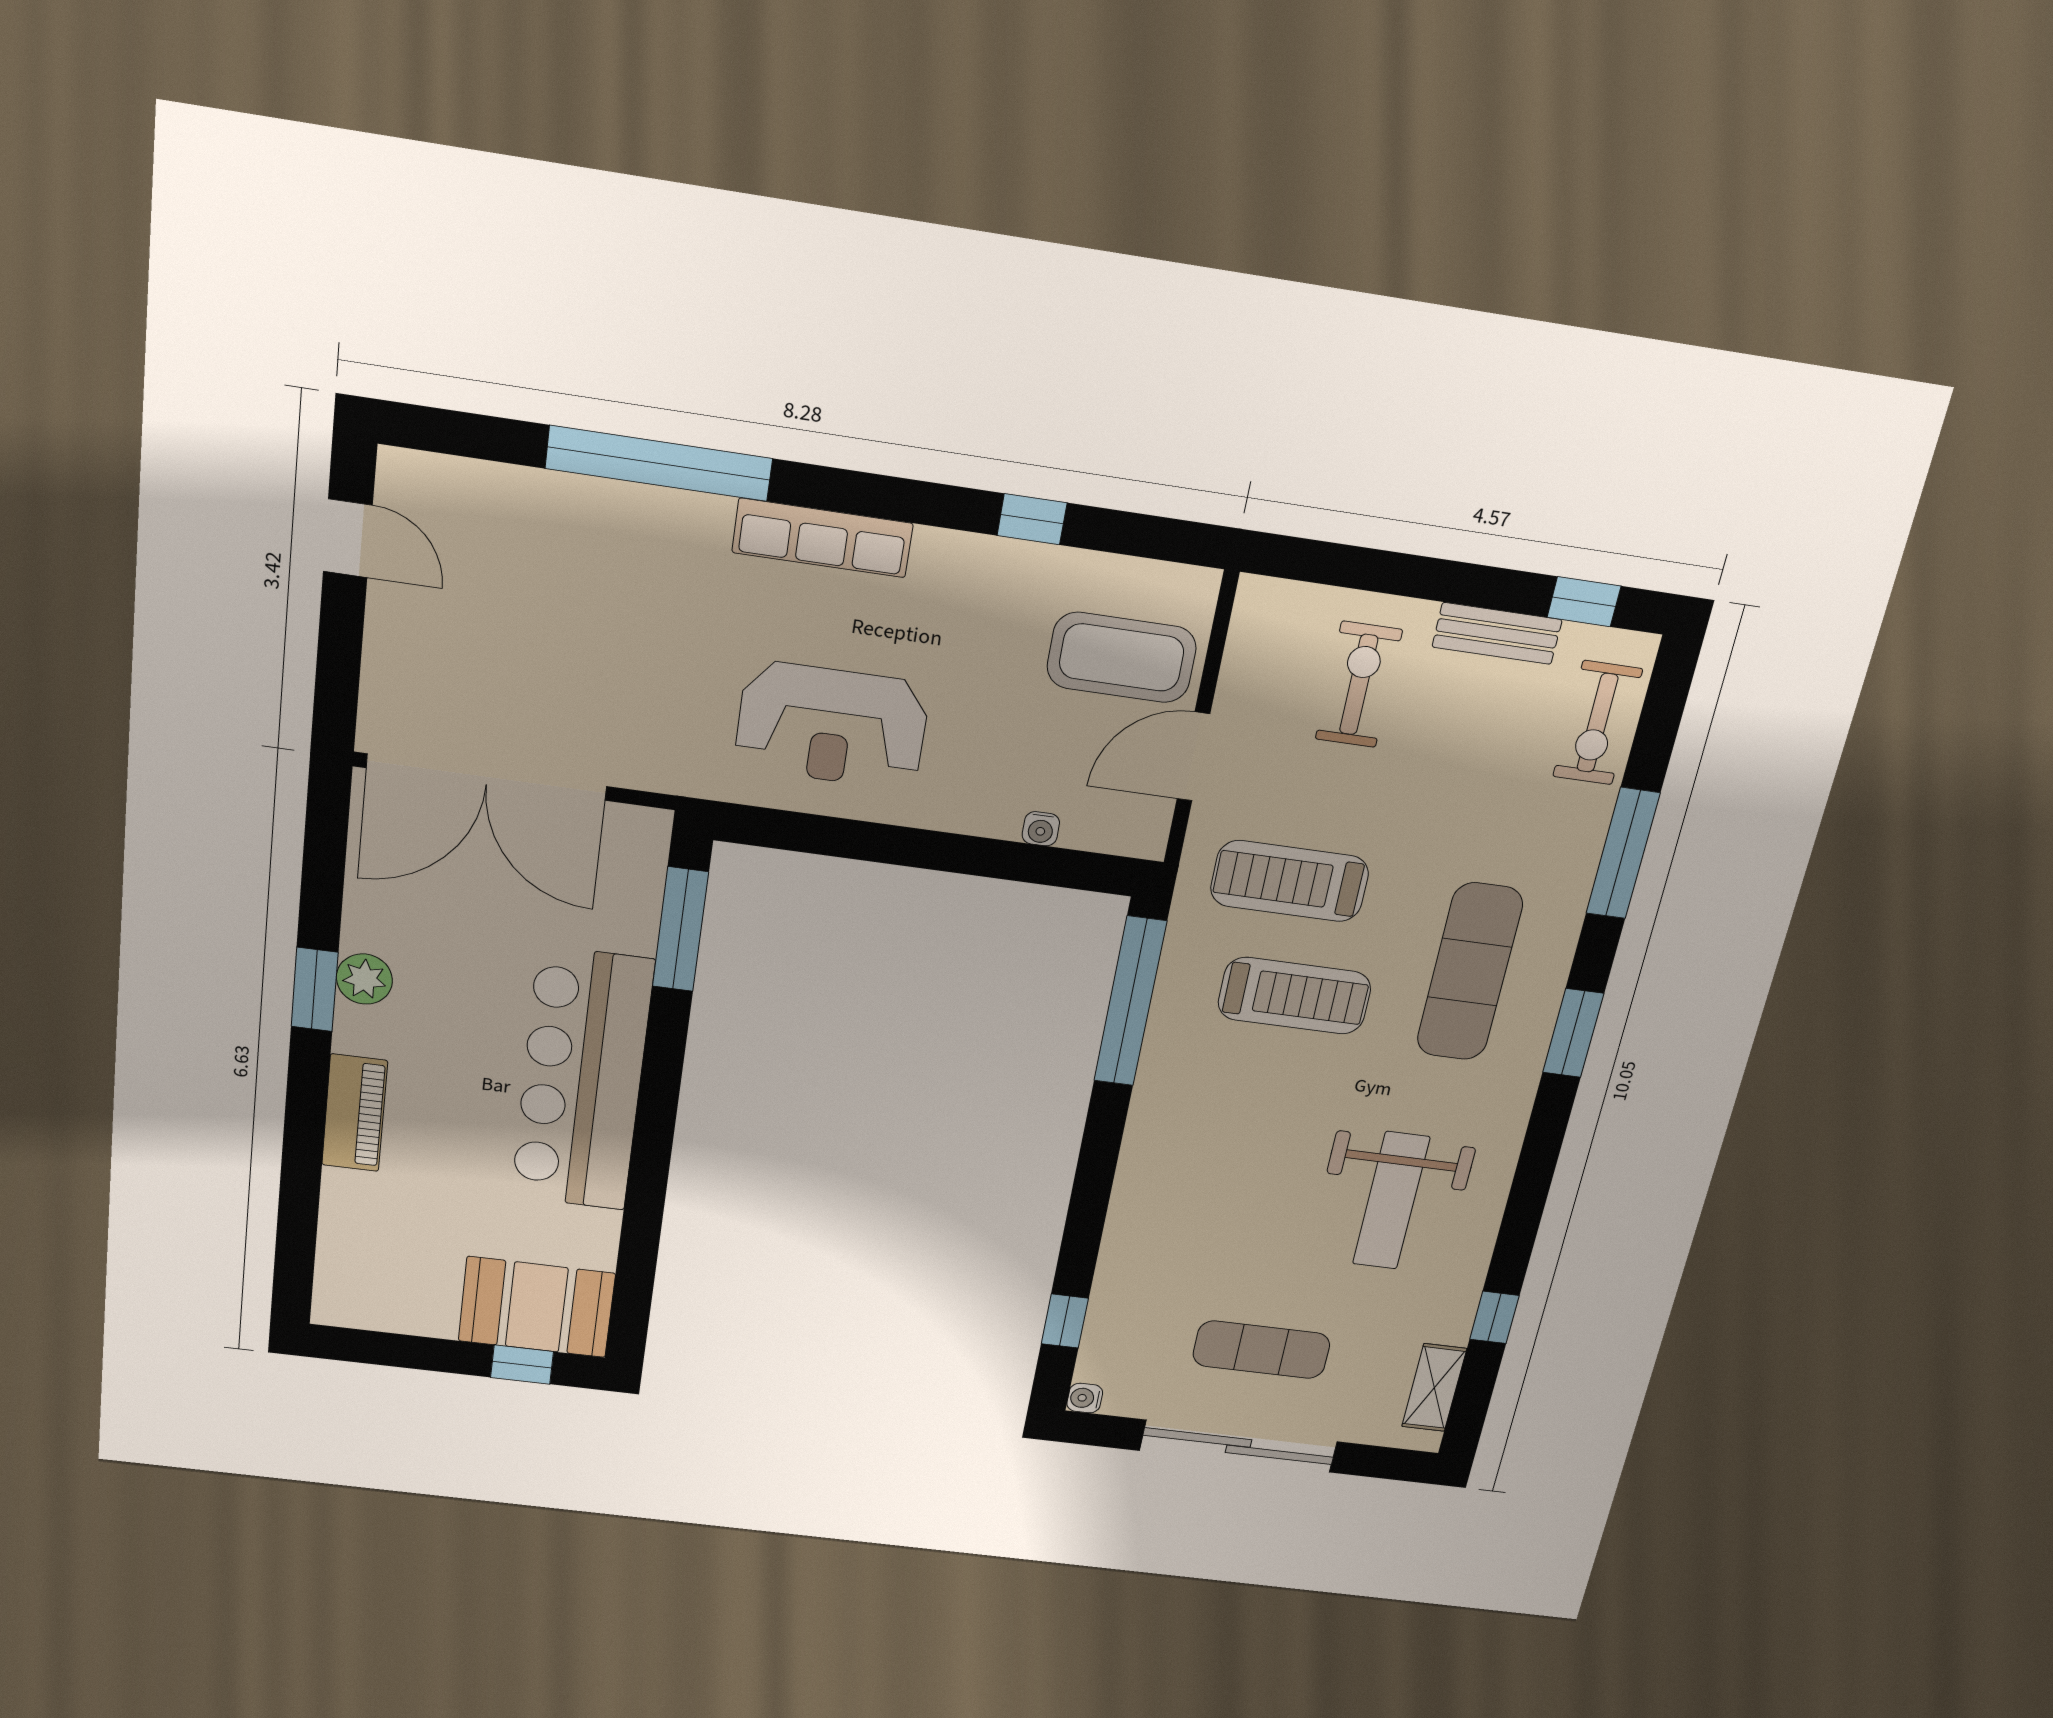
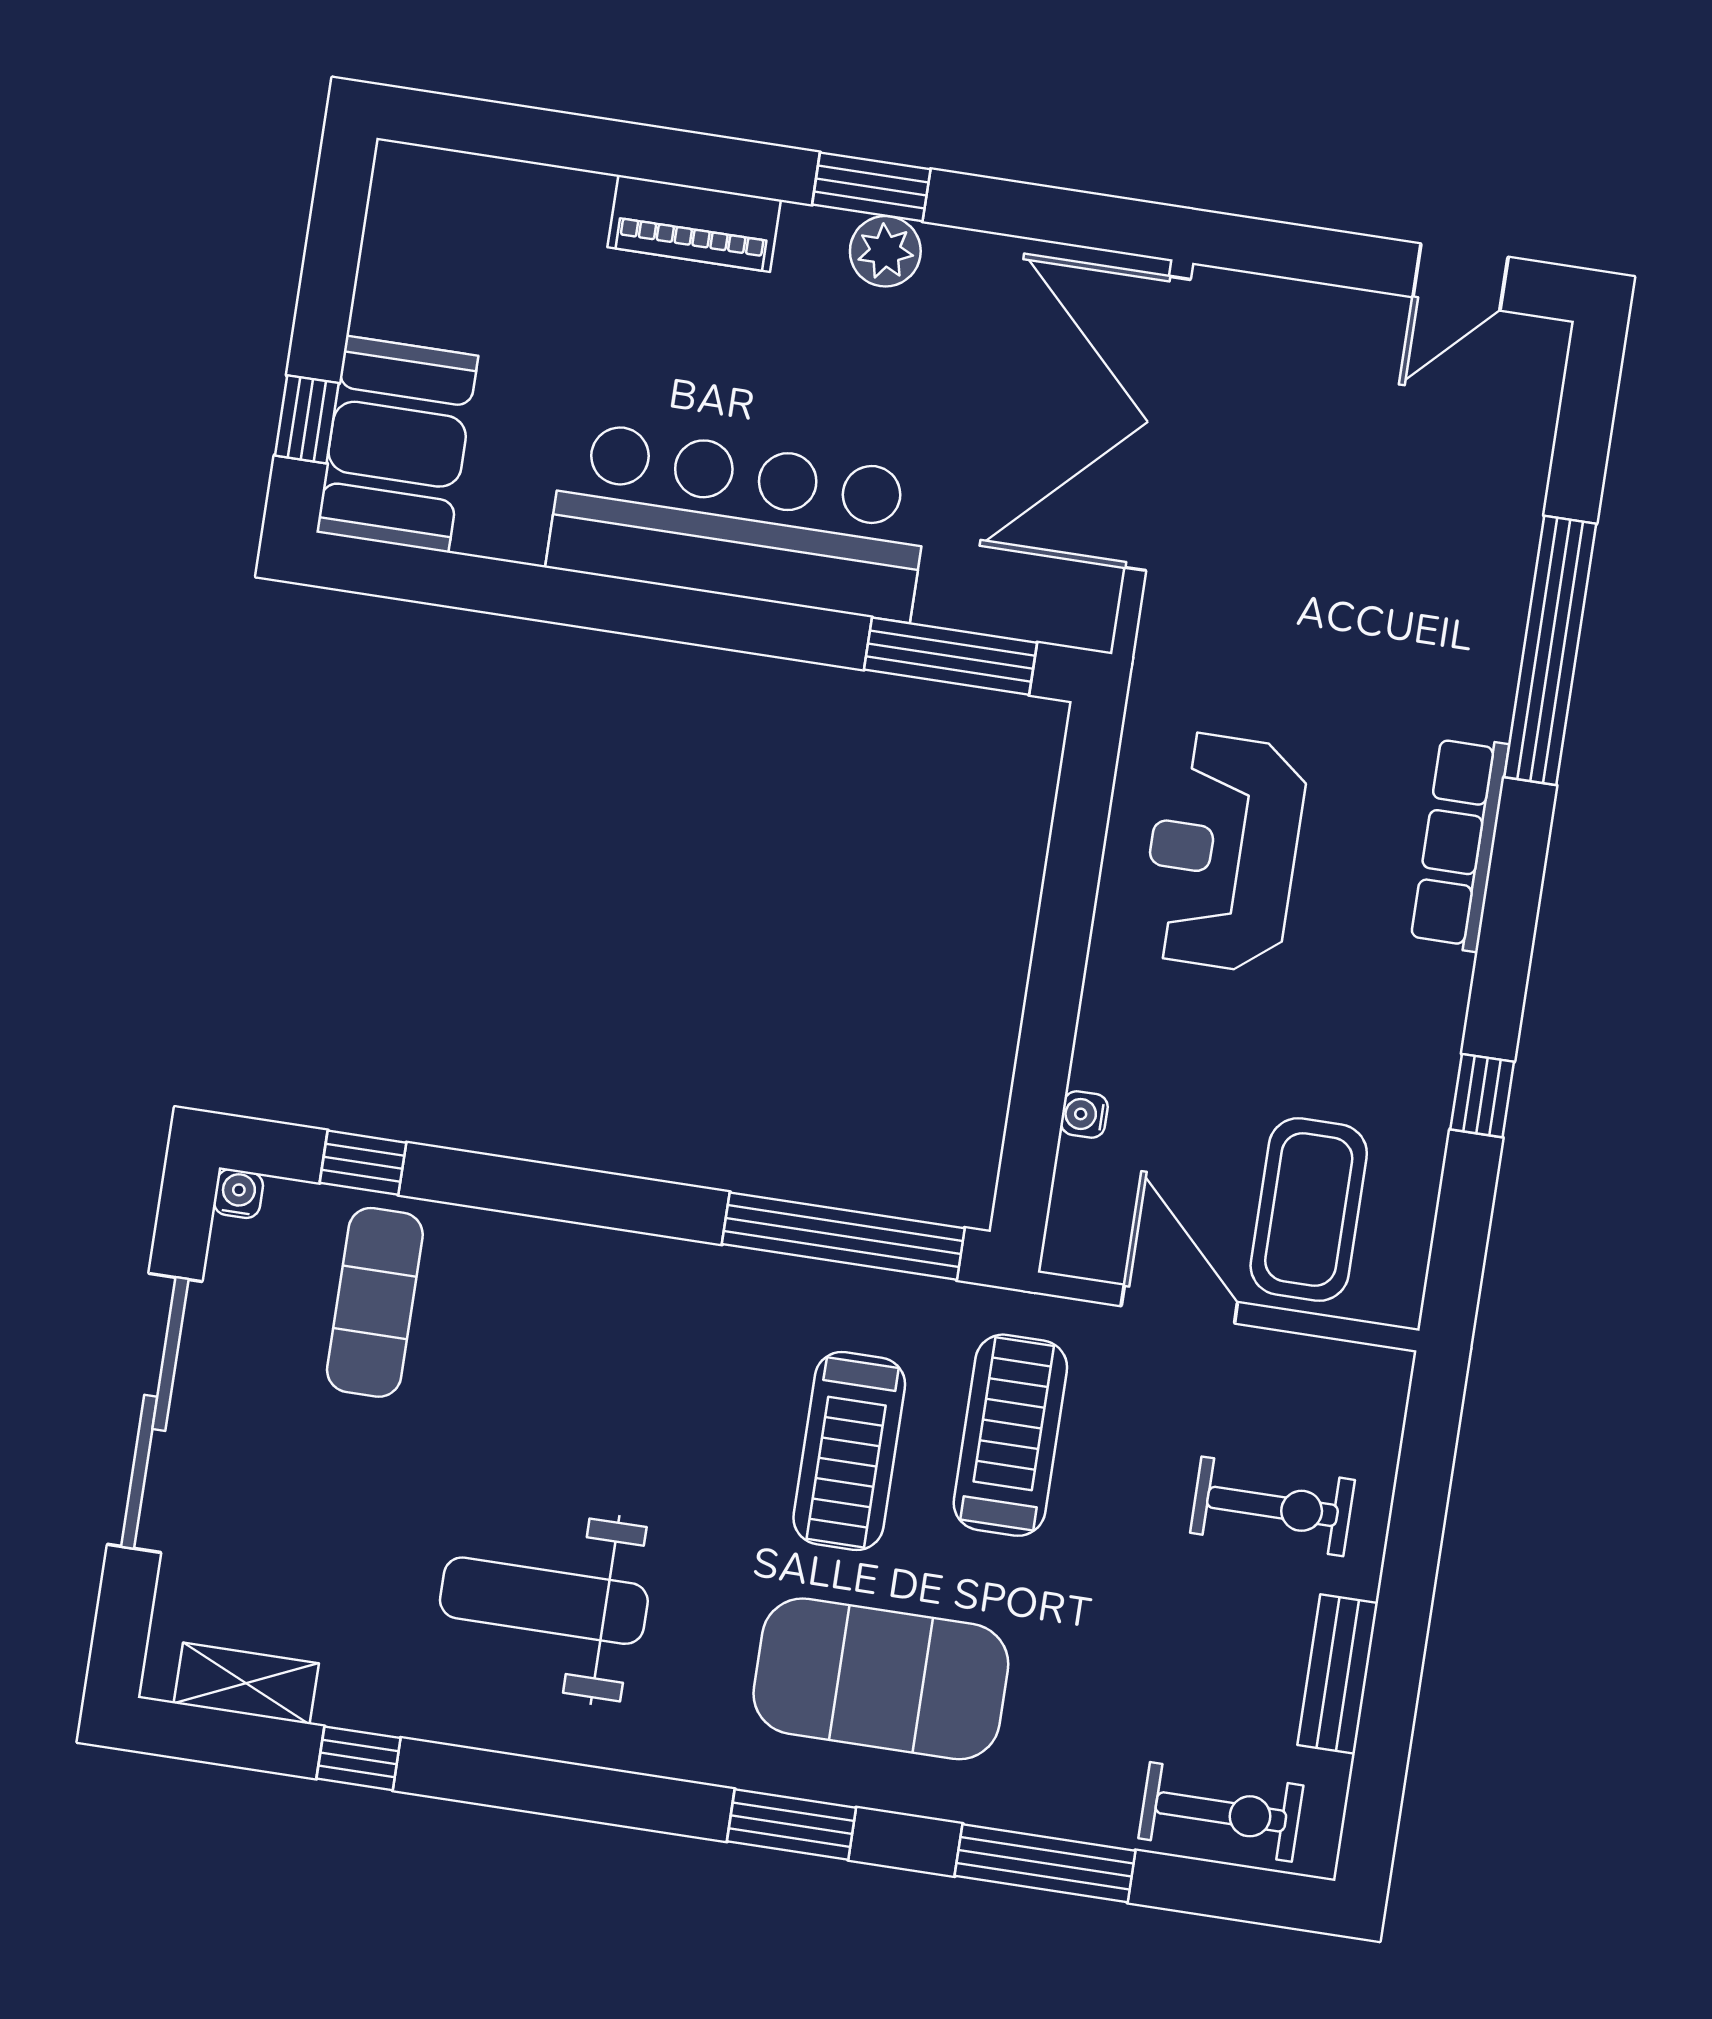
window: (1584, 602) -> (1378, 1779), removed
exercise bike: (1598, 723) -> (1221, 1812), turned 180
exercise mat: (1470, 972) -> (881, 1679), width x1.47
exercise mat: (1261, 1350) -> (375, 1302), moved

